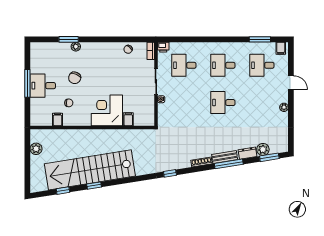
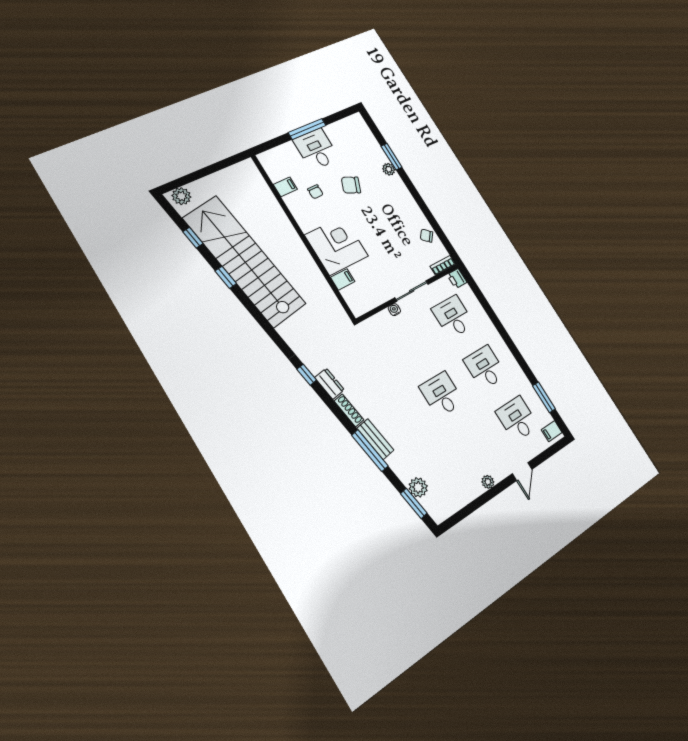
plant: (36, 149) -> (181, 196), moved
dresser: (248, 153) -> (330, 384), moved

